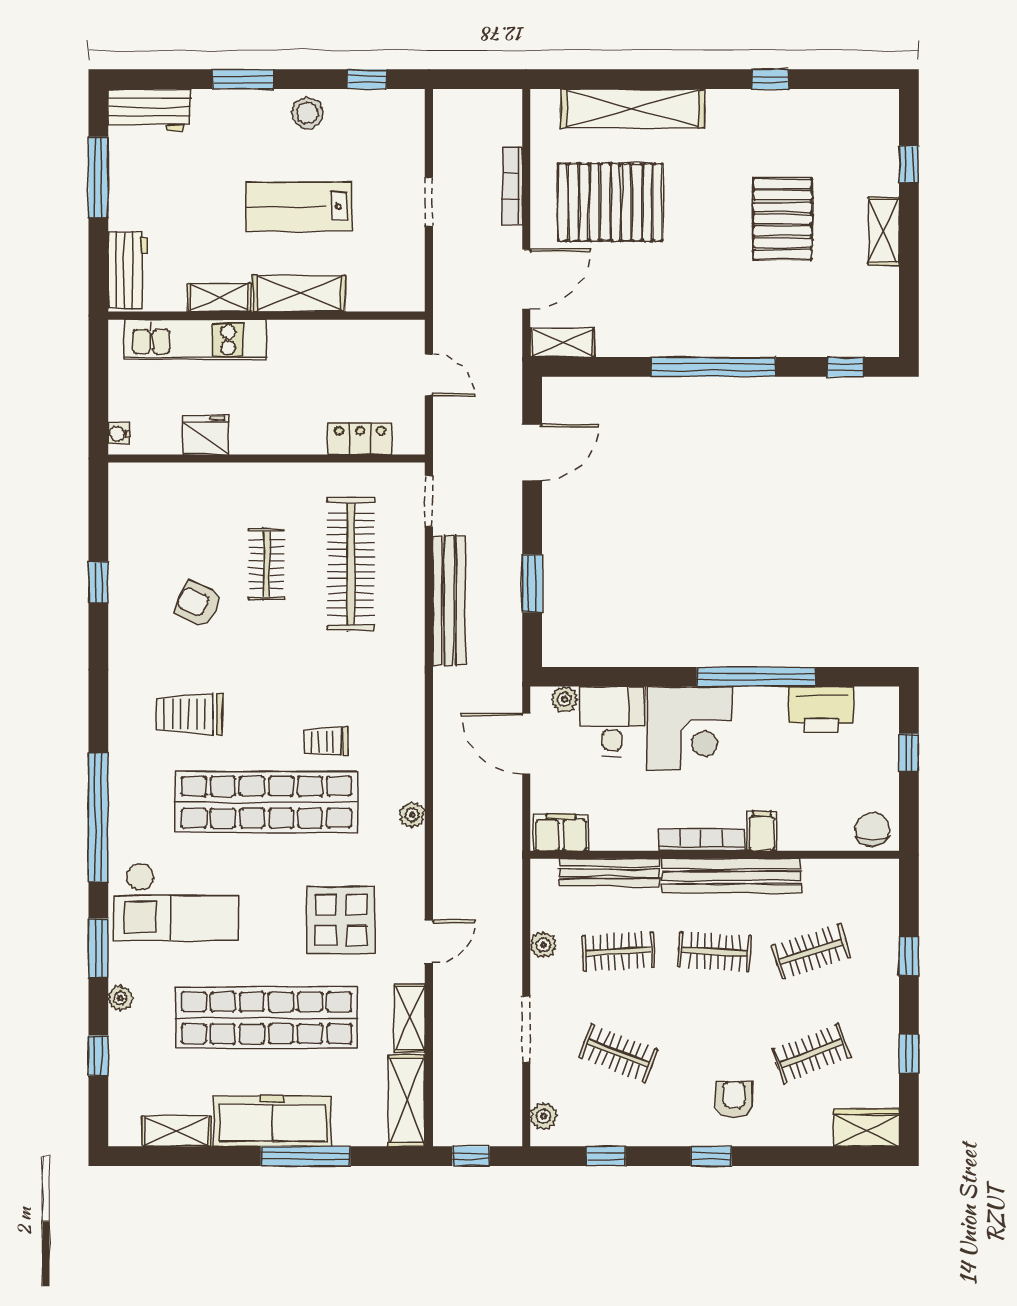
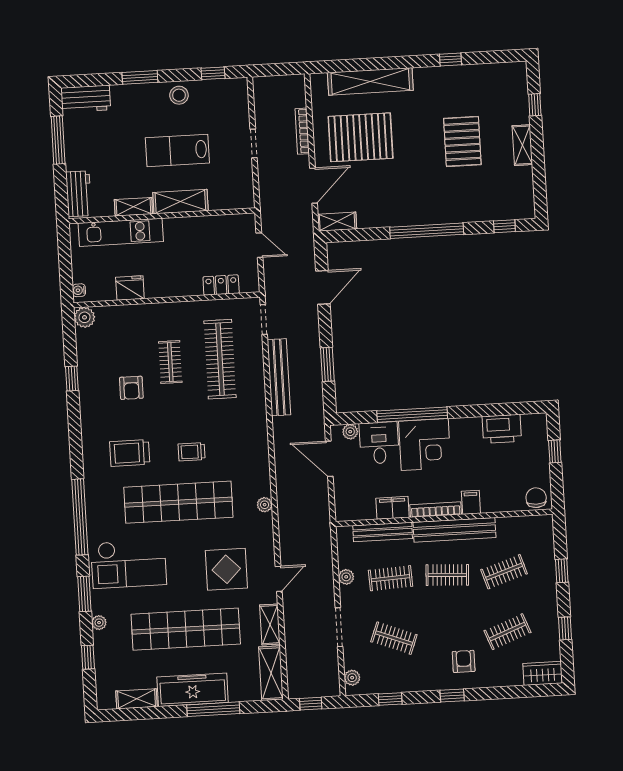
plant: (126, 480) -> (85, 317), added
armchair: (198, 604) -> (131, 388), turned -114
window: (756, 677) -> (412, 415), moved
trolley: (326, 741) -> (191, 452), moved
filing cabinet: (561, 833) -> (392, 508), moved

